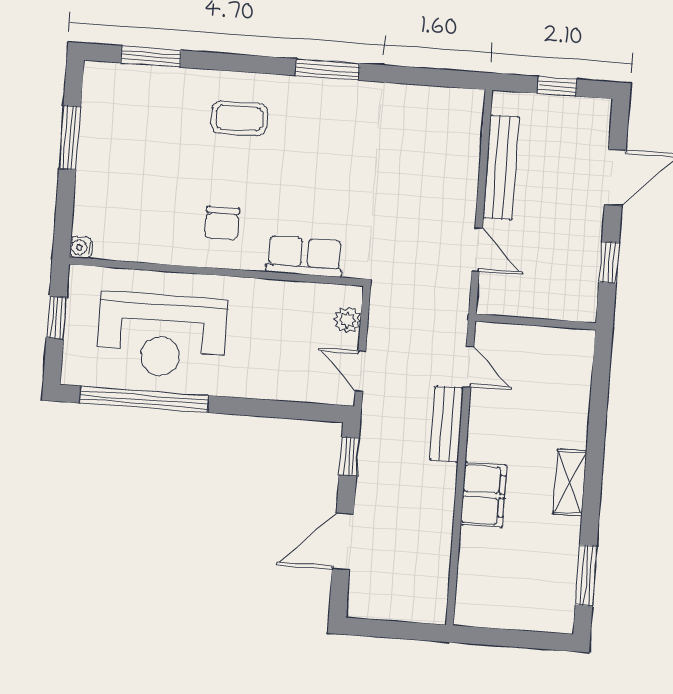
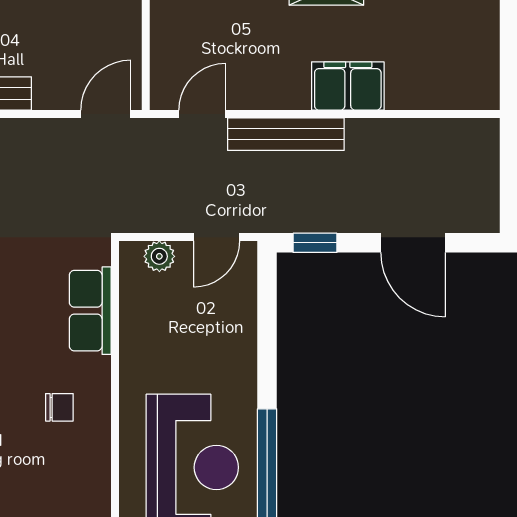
chair: (222, 223) -> (59, 407), width x0.73, depth x0.73
door: (477, 249) -> (106, 114), moved
bench: (447, 424) -> (286, 134), width x1.36

